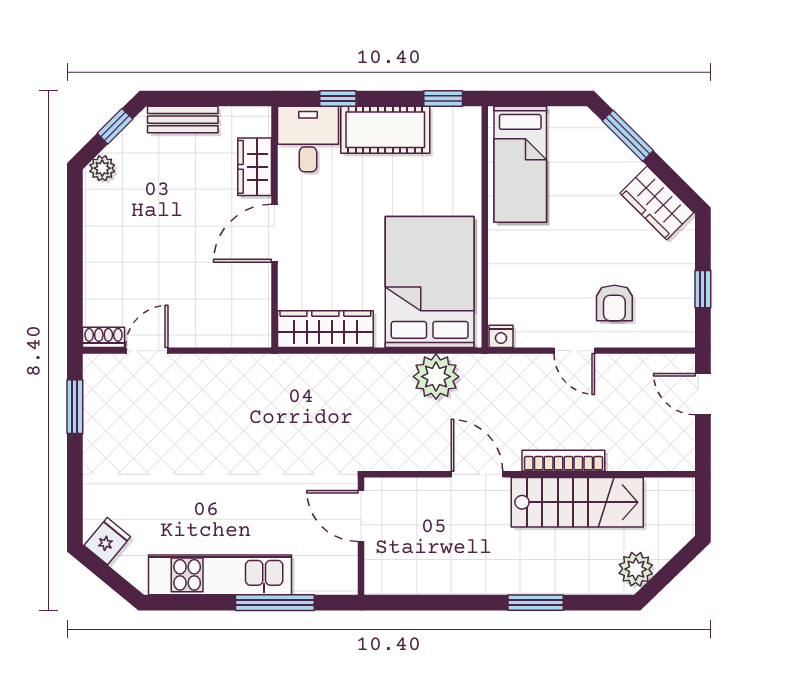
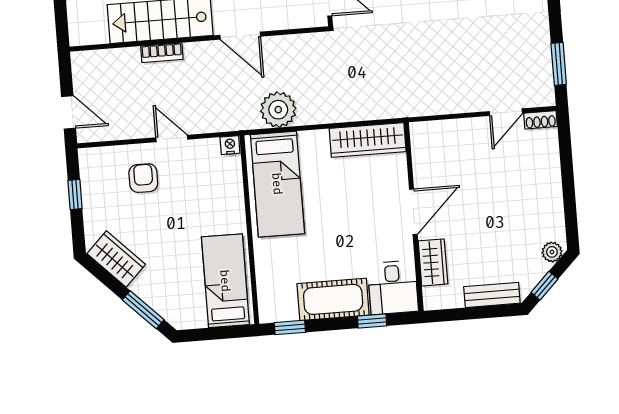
bed: (430, 282) -> (277, 184), width x0.67
bookcase: (563, 461) -> (162, 53), width x0.64

